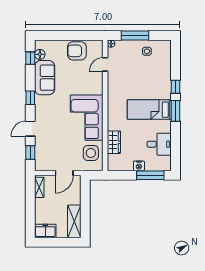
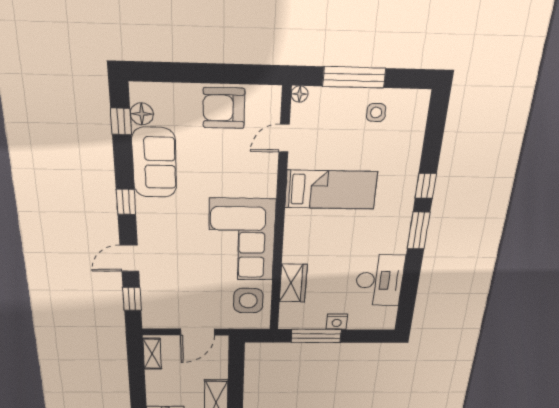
bed: (149, 110) -> (331, 190), moved, turned 180
desk: (159, 144) -> (379, 280), width x1.37
window: (150, 175) -> (316, 336), moved

